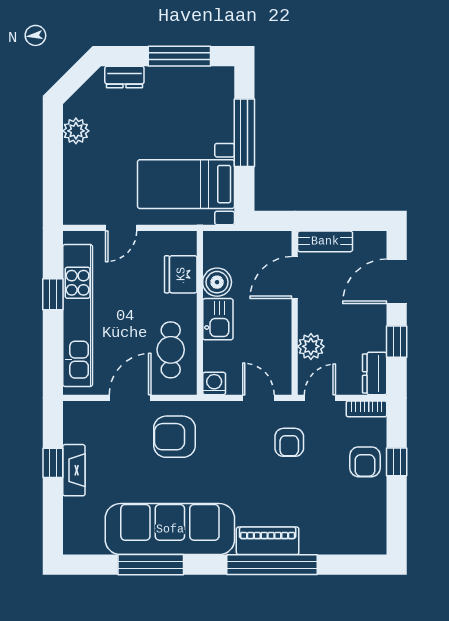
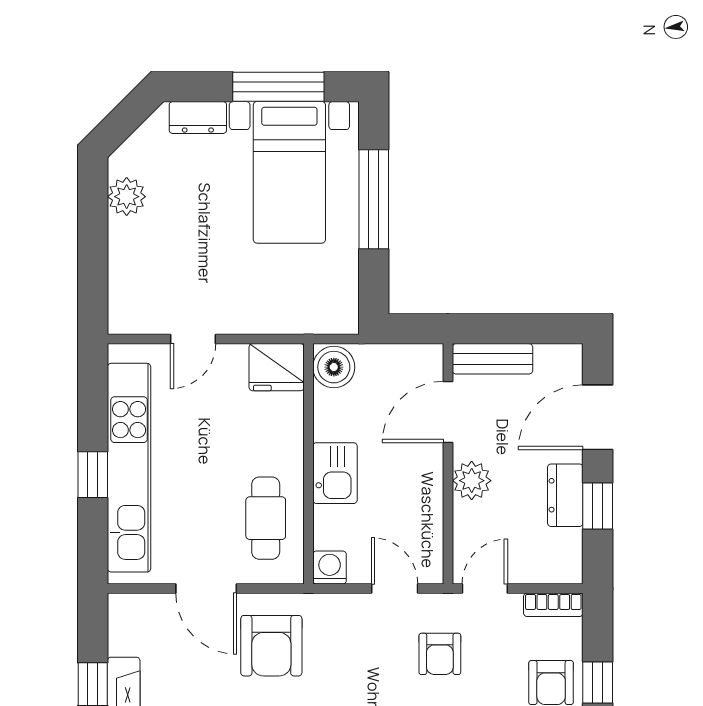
bed with nightstands: (186, 184) -> (289, 172), moved, turned -90
fridge: (181, 274) -> (277, 367), moved, turned -90
boiler: (217, 282) -> (334, 367), moved
window: (53, 294) -> (93, 475), moved
plant: (311, 346) -> (472, 481), moved
dresser: (375, 373) -> (565, 495), moved
door: (130, 398) -> (206, 589), swing flipped
armchair: (174, 437) -> (271, 646), turned -90

